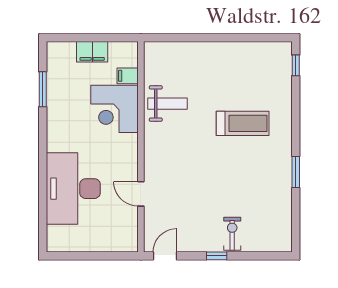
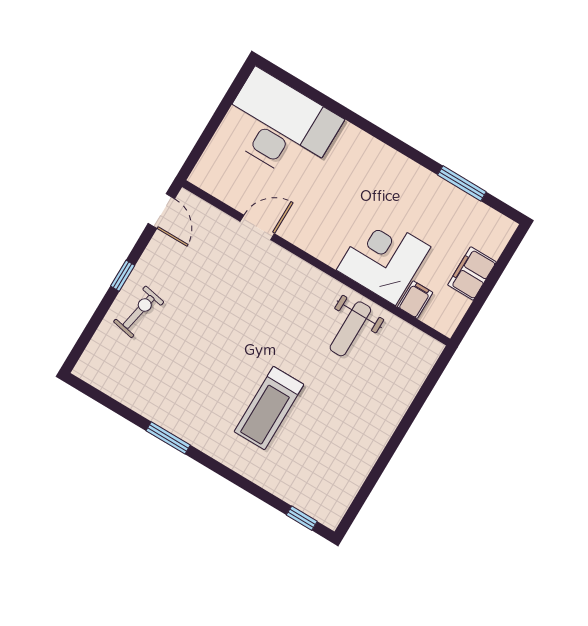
desk: (73, 189) -> (280, 126), moved
exercise bike: (232, 234) -> (139, 312), turned -79

